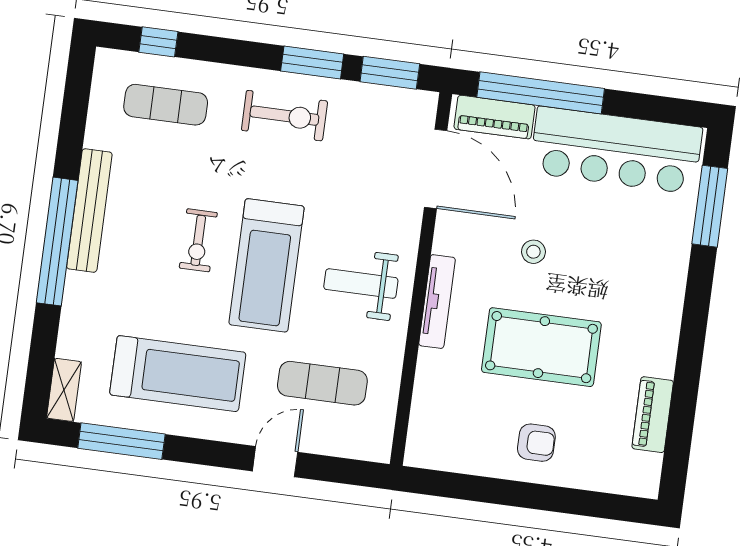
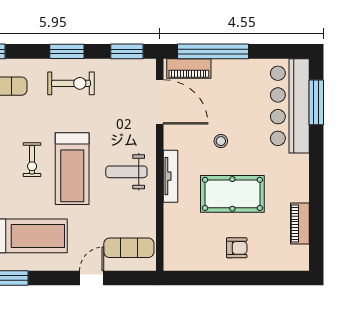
window: (312, 62) -> (67, 51), moved
bar counter: (616, 150) -> (290, 106), moved, turned 90
exercise mat: (322, 383) -> (129, 248), moved

